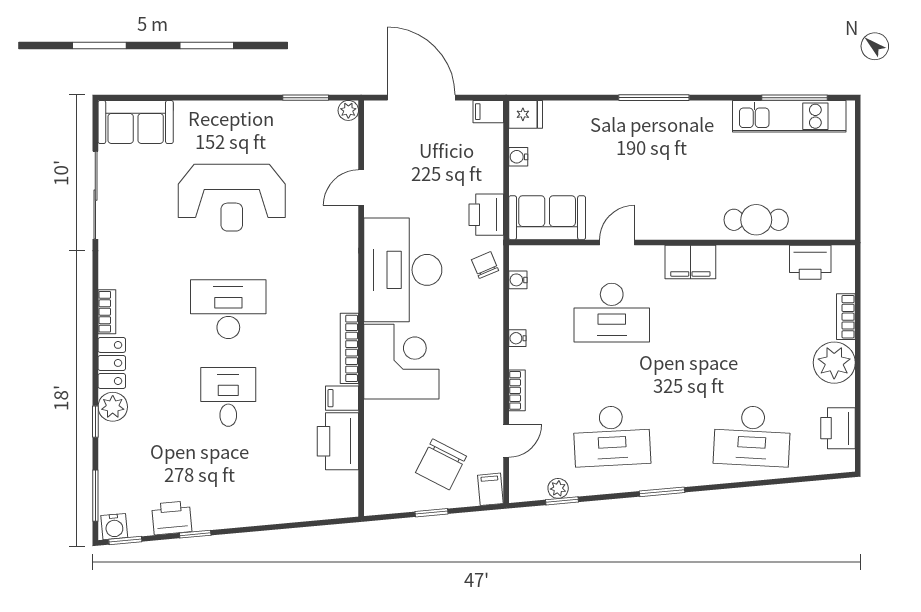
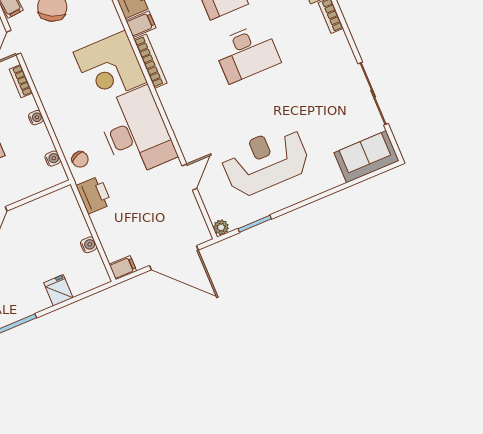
fridge: (526, 114) -> (58, 290), moved, turned 90
reception desk: (232, 198) -> (265, 161), moved
sofa: (547, 218) -> (51, 211), removed

